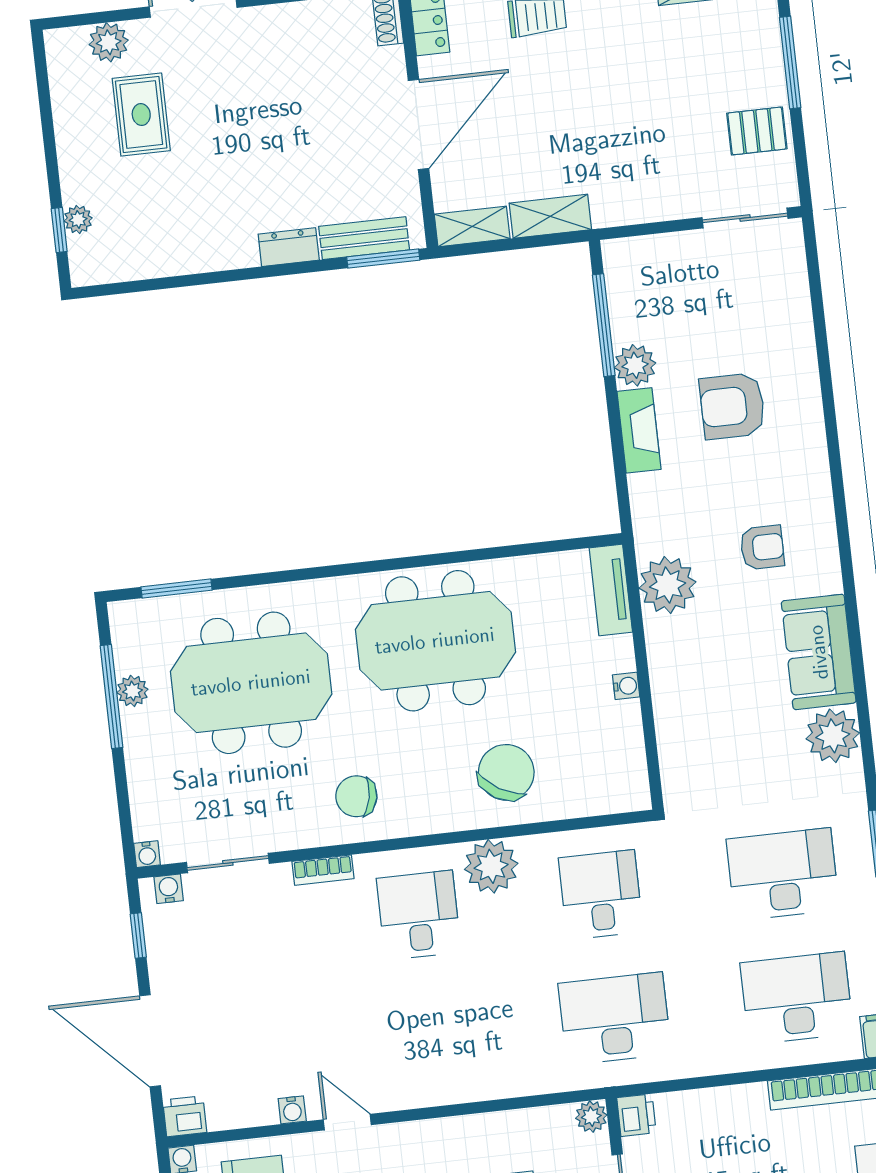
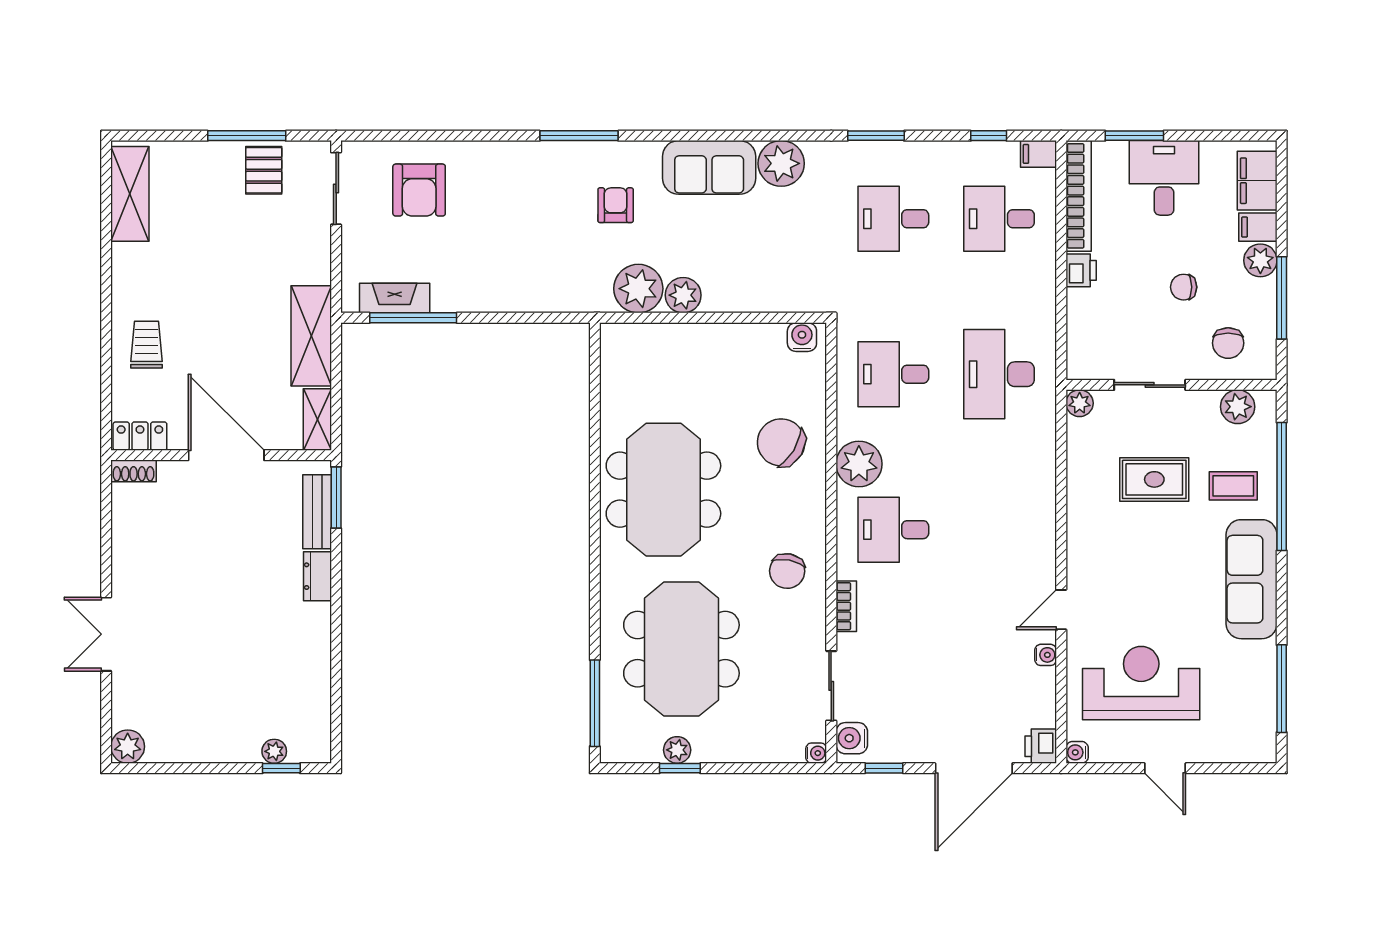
plant: (109, 42) -> (128, 747), moved
window: (790, 62) -> (247, 136), moved
rug: (141, 115) -> (192, 688), removed
shelving: (550, 216) -> (311, 336), width x1.50, depth x1.33
plant: (635, 365) -> (683, 295), moved
armchair: (732, 406) -> (419, 190), moved
fireplace: (639, 430) -> (395, 298), moved
window: (839, 495) -> (579, 136), added
window: (176, 589) -> (595, 703), width x1.44
tv unit: (611, 590) -> (637, 337), removed
water cooler: (626, 686) -> (802, 337), moved, width x1.38, depth x1.38
window: (111, 697) -> (680, 768), width x0.46
desk: (783, 874) -> (893, 219), width x0.73
water cooler: (169, 889) -> (852, 738), width x1.38, depth x1.38
desk: (797, 998) -> (999, 219), width x0.73
printer: (636, 1115) -> (1081, 270), moved, turned 90

